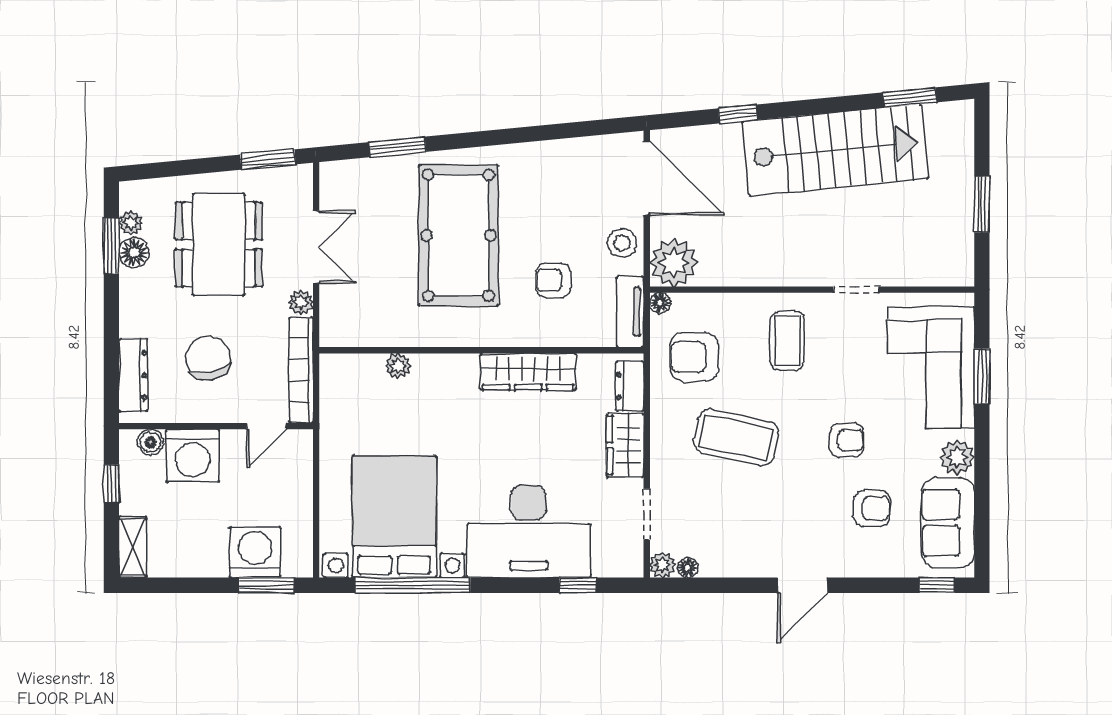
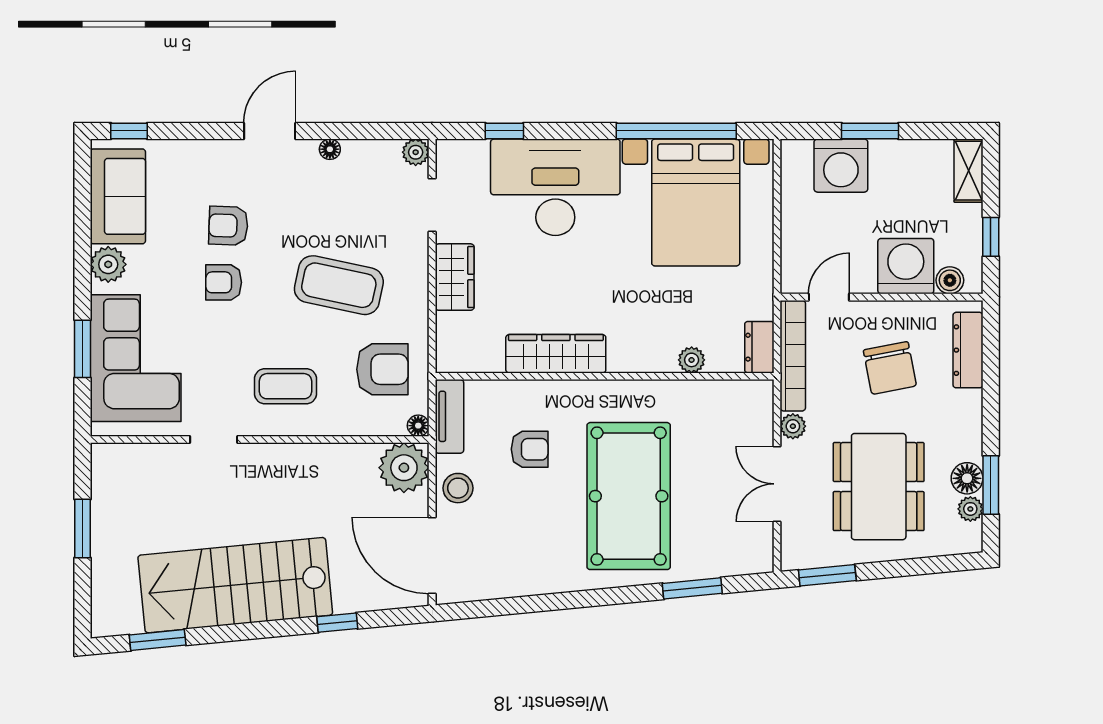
coffee table: (787, 341) -> (285, 386), turned 90
dresser: (630, 386) -> (759, 347), moved, turned 180
armchair: (872, 508) -> (228, 226), moved
floor lamp: (688, 568) -> (330, 149), moved
window: (266, 585) -> (870, 131), moved

